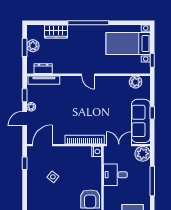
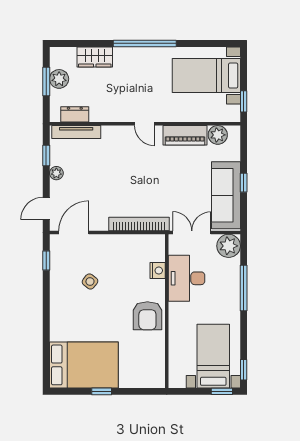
piano: (114, 82) -> (185, 135), added
door: (25, 119) -> (46, 208), moved
nightstand: (97, 151) -> (158, 271), moved
desk: (115, 175) -> (187, 278), width x1.37

